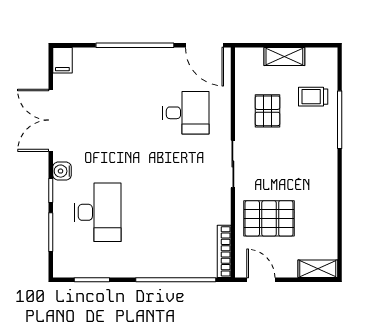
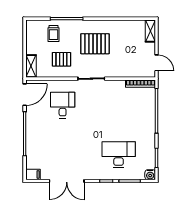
shelving: (284, 57) -> (31, 66), moved
water cooler: (62, 171) -> (150, 175), moved
pallet: (269, 218) -> (95, 44), moved, turned 90
door: (261, 280) -> (156, 63), swing flipped

